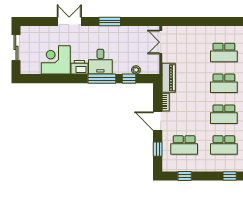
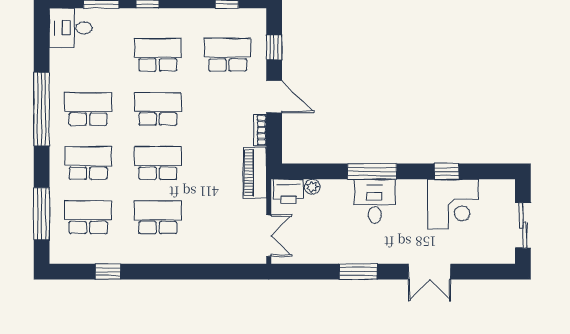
printer: (79, 67) -> (288, 191), moved
window: (129, 79) -> (447, 171), moved

